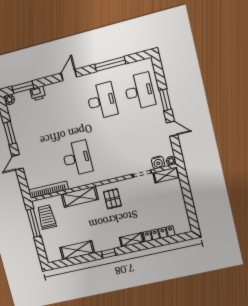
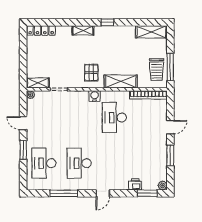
water cooler: (158, 162) -> (95, 96), moved
locker: (159, 234) -> (41, 30), moved
shelving: (77, 250) -> (151, 32), moved

